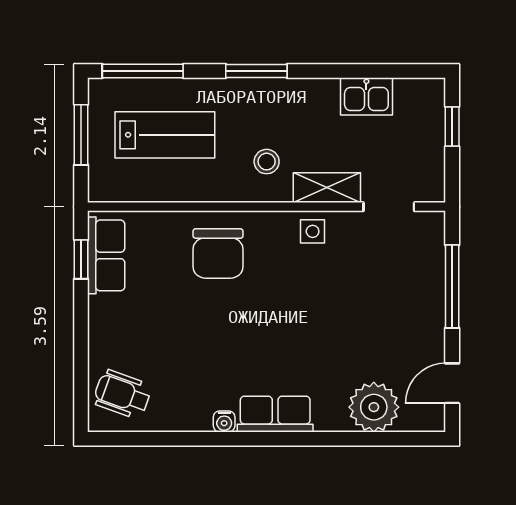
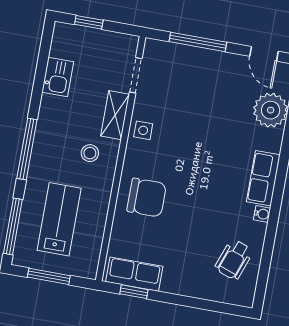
window: (256, 71) -> (27, 149), width x1.44
wheelchair: (122, 394) -> (234, 260), moved

